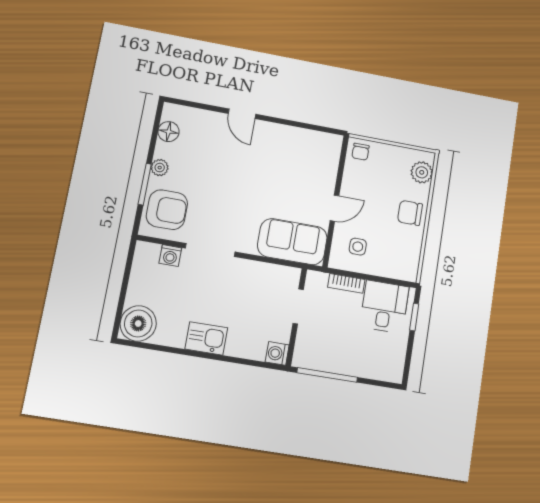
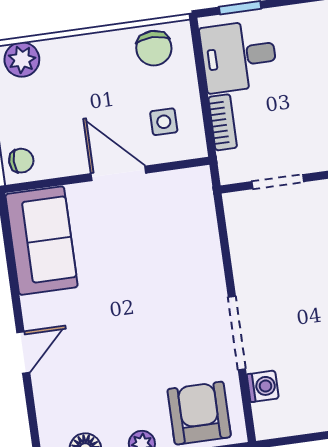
door: (334, 208) -> (118, 173), width x1.38
chair: (410, 213) -> (154, 48), moved
sofa: (292, 242) -> (42, 241), moved, turned 180

